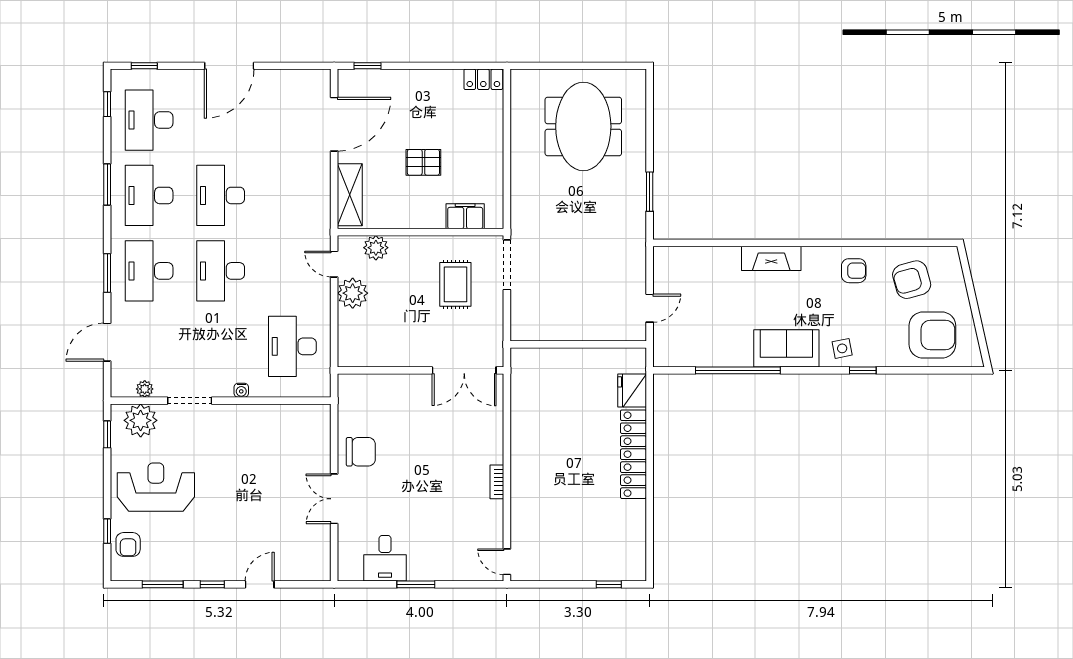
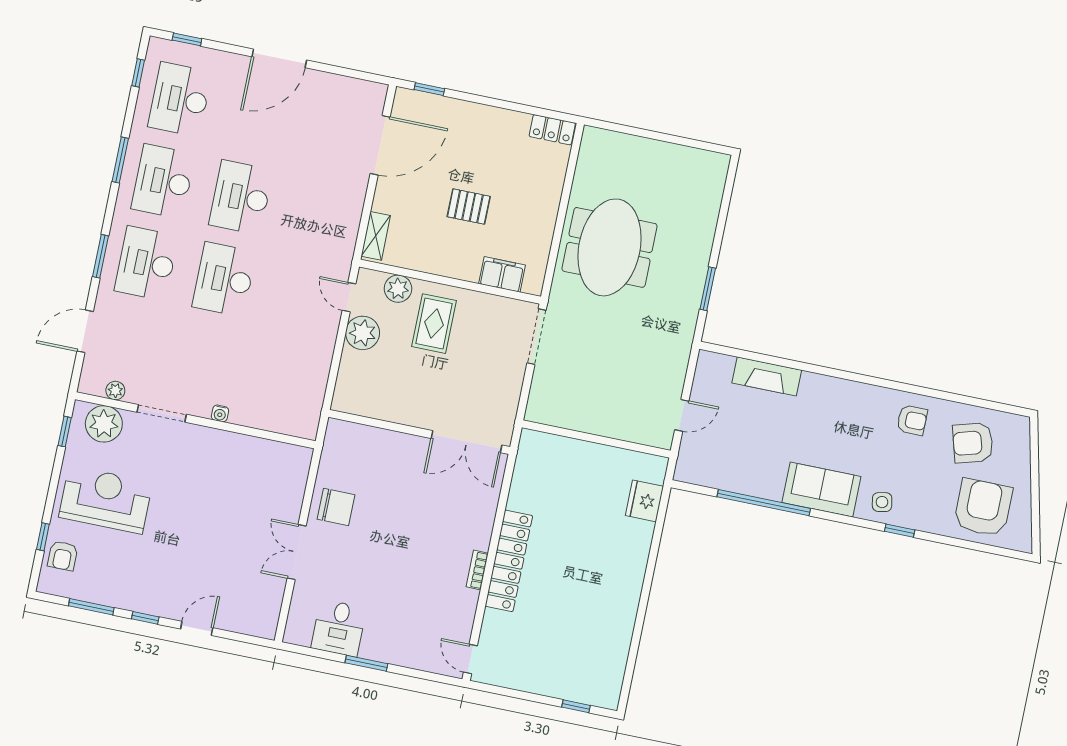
meeting table: (583, 126) -> (610, 247), moved
shelving: (350, 195) -> (376, 236), width x0.67, depth x0.75
fireplace: (771, 258) -> (767, 376), moved
rug: (455, 284) -> (434, 324), moved
armchair: (932, 335) -> (983, 508), turned -90
desk: (292, 346) -> (285, 377), removed
locker: (633, 454) -> (509, 561), moved, turned 180

